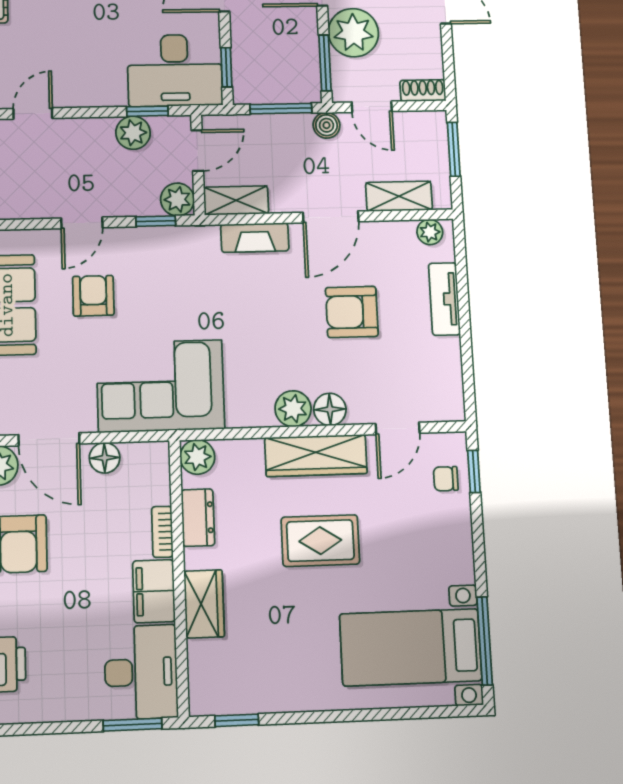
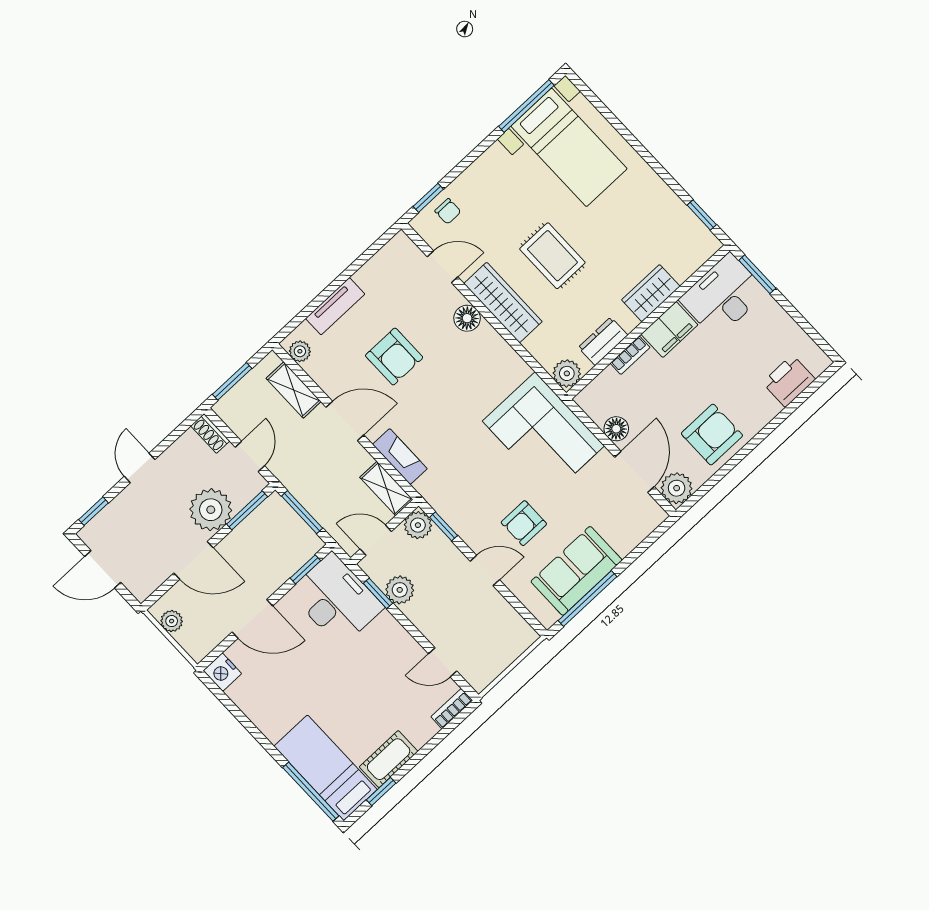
boiler: (326, 125) -> (287, 474), removed
plant: (293, 409) -> (486, 341), removed

